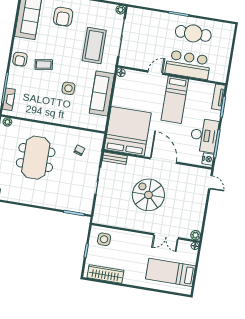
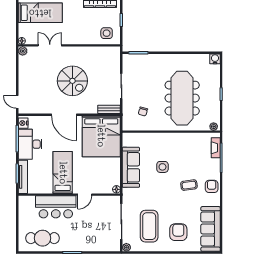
cafe table: (193, 33) -> (43, 238), moved
coffee table: (94, 46) -> (149, 226), moved
tv unit: (218, 97) -> (23, 177), width x1.41
meeting table: (36, 158) -> (182, 98), width x1.36

